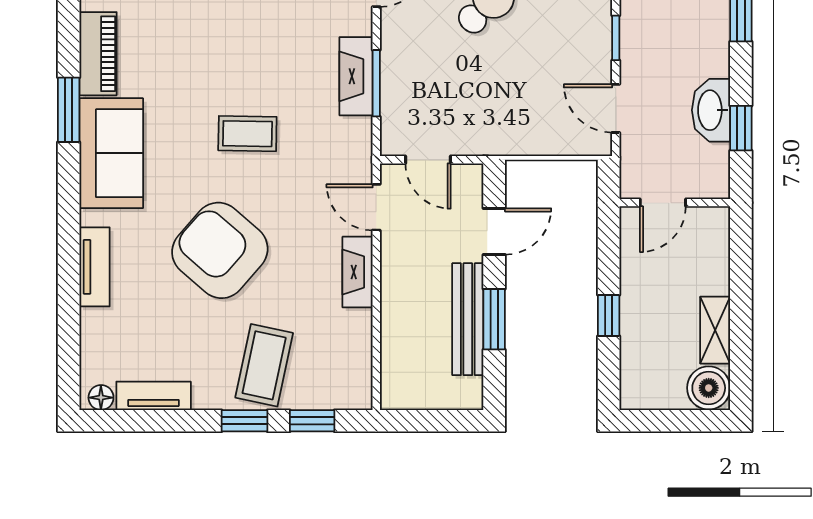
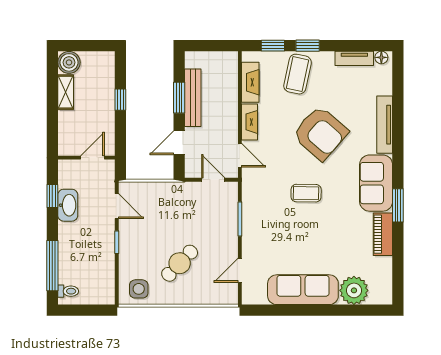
fireplace: (356, 76) -> (250, 82), moved
tv unit: (95, 267) -> (385, 125), width x1.41

